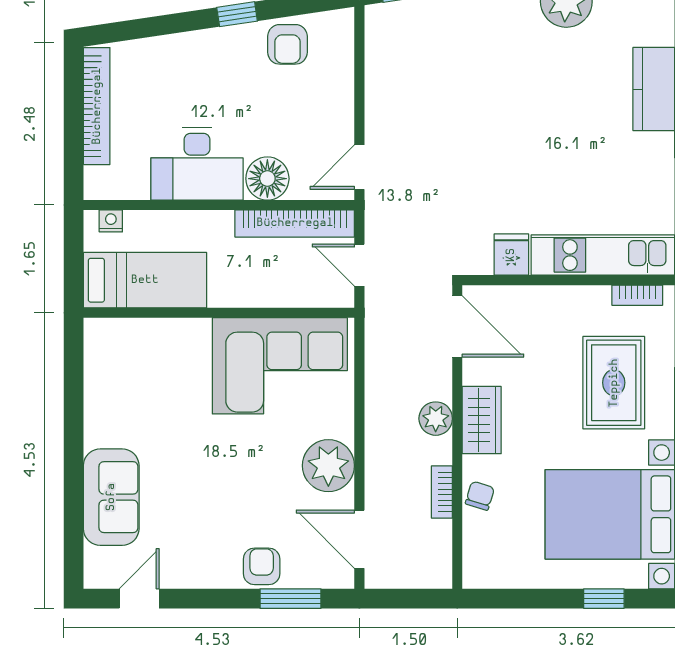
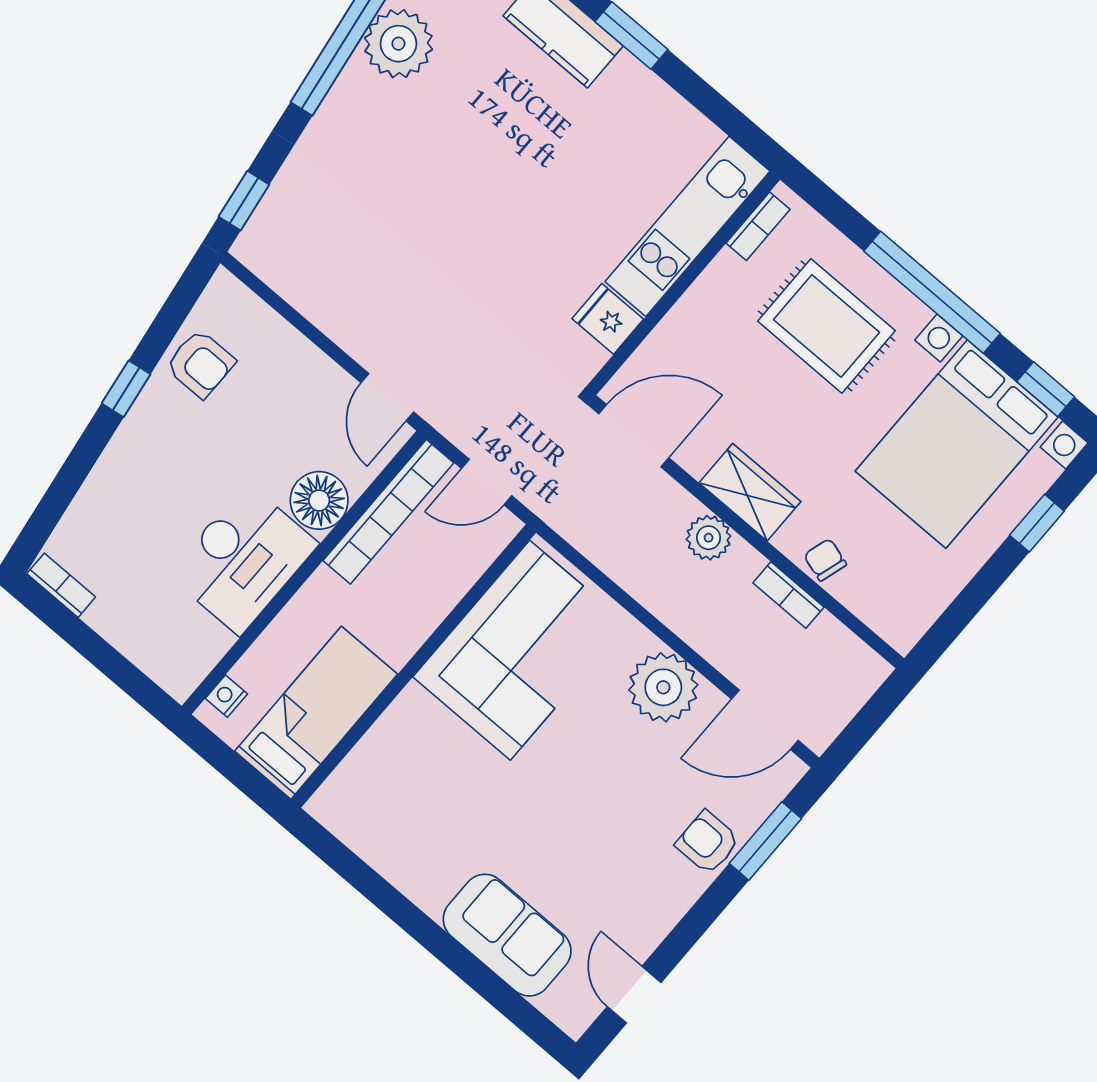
bookcase: (97, 106) -> (61, 585), width x0.43, depth x0.76

